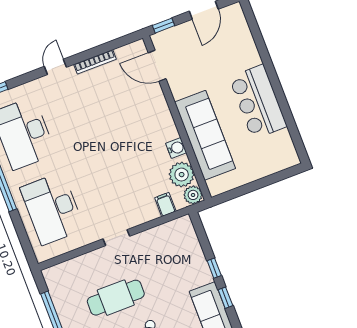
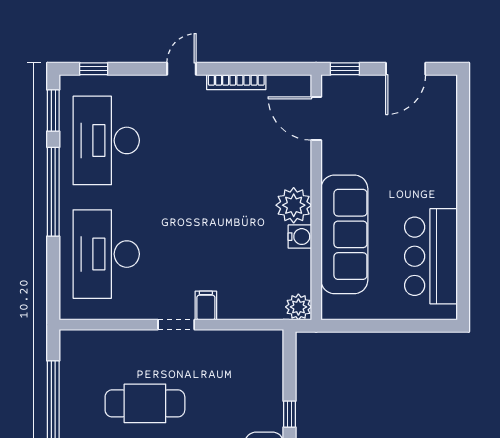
bar counter: (258, 102) -> (431, 256), moved
plant: (182, 175) -> (294, 205), moved
filing cabinet: (165, 204) -> (206, 306), moved

